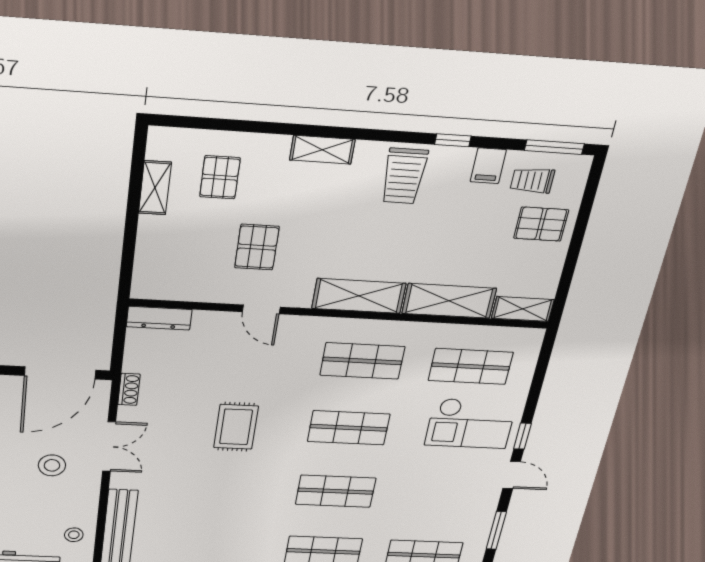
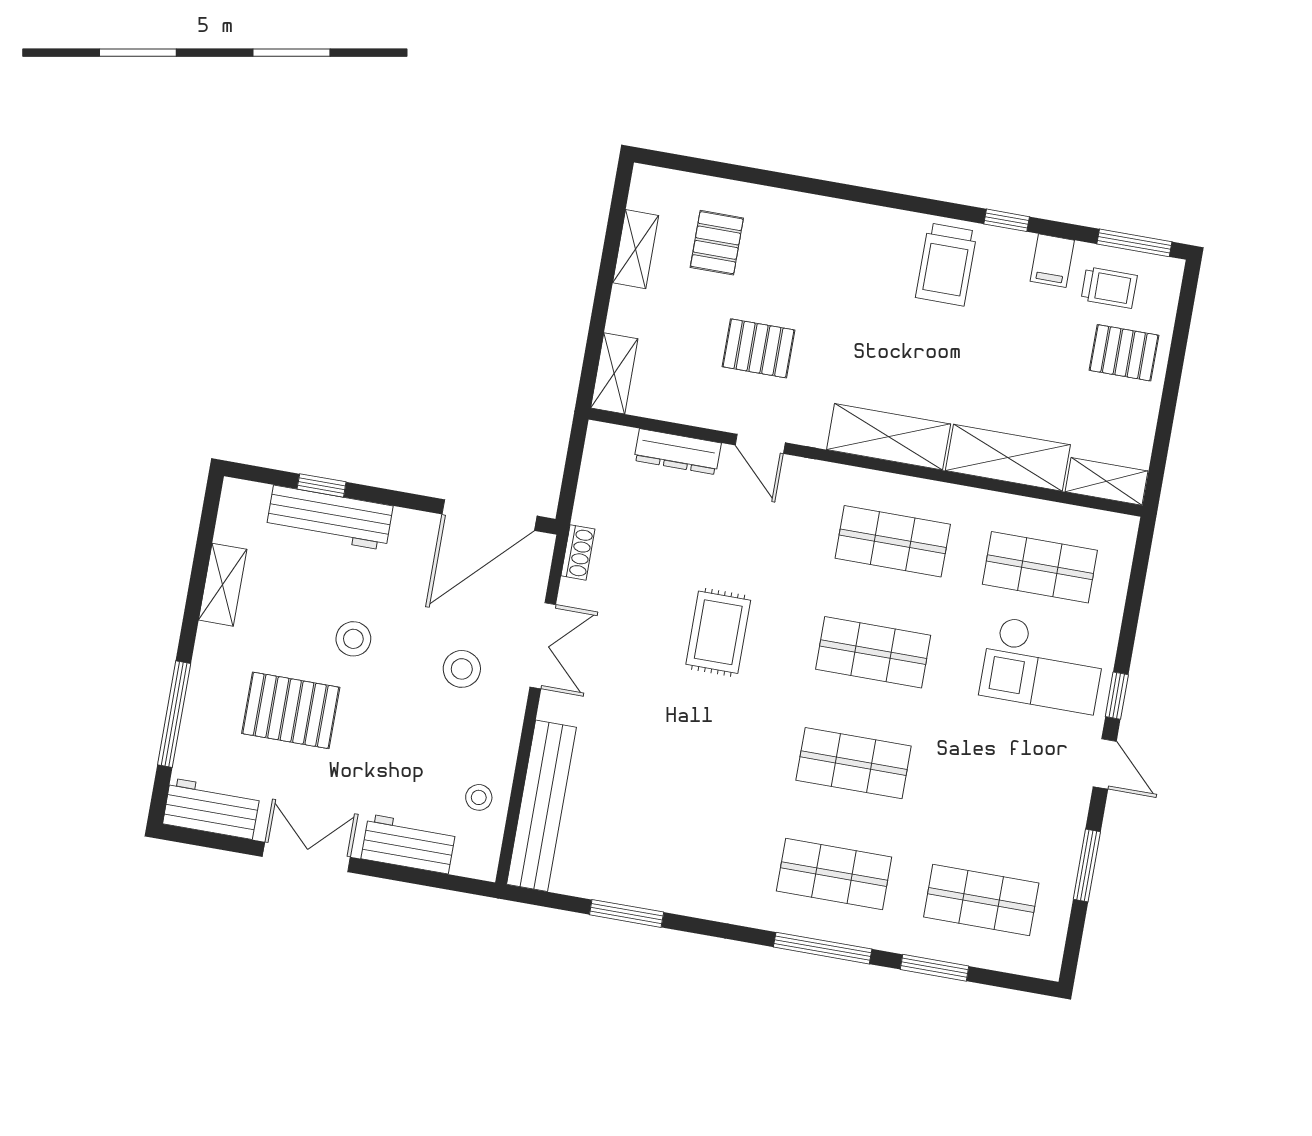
shelving: (322, 150) -> (614, 373), moved, turned 90
trolley: (532, 180) -> (1109, 288), turned 180
pallet: (257, 247) -> (758, 348), turned 90
dresser: (159, 318) -> (678, 452), moved

